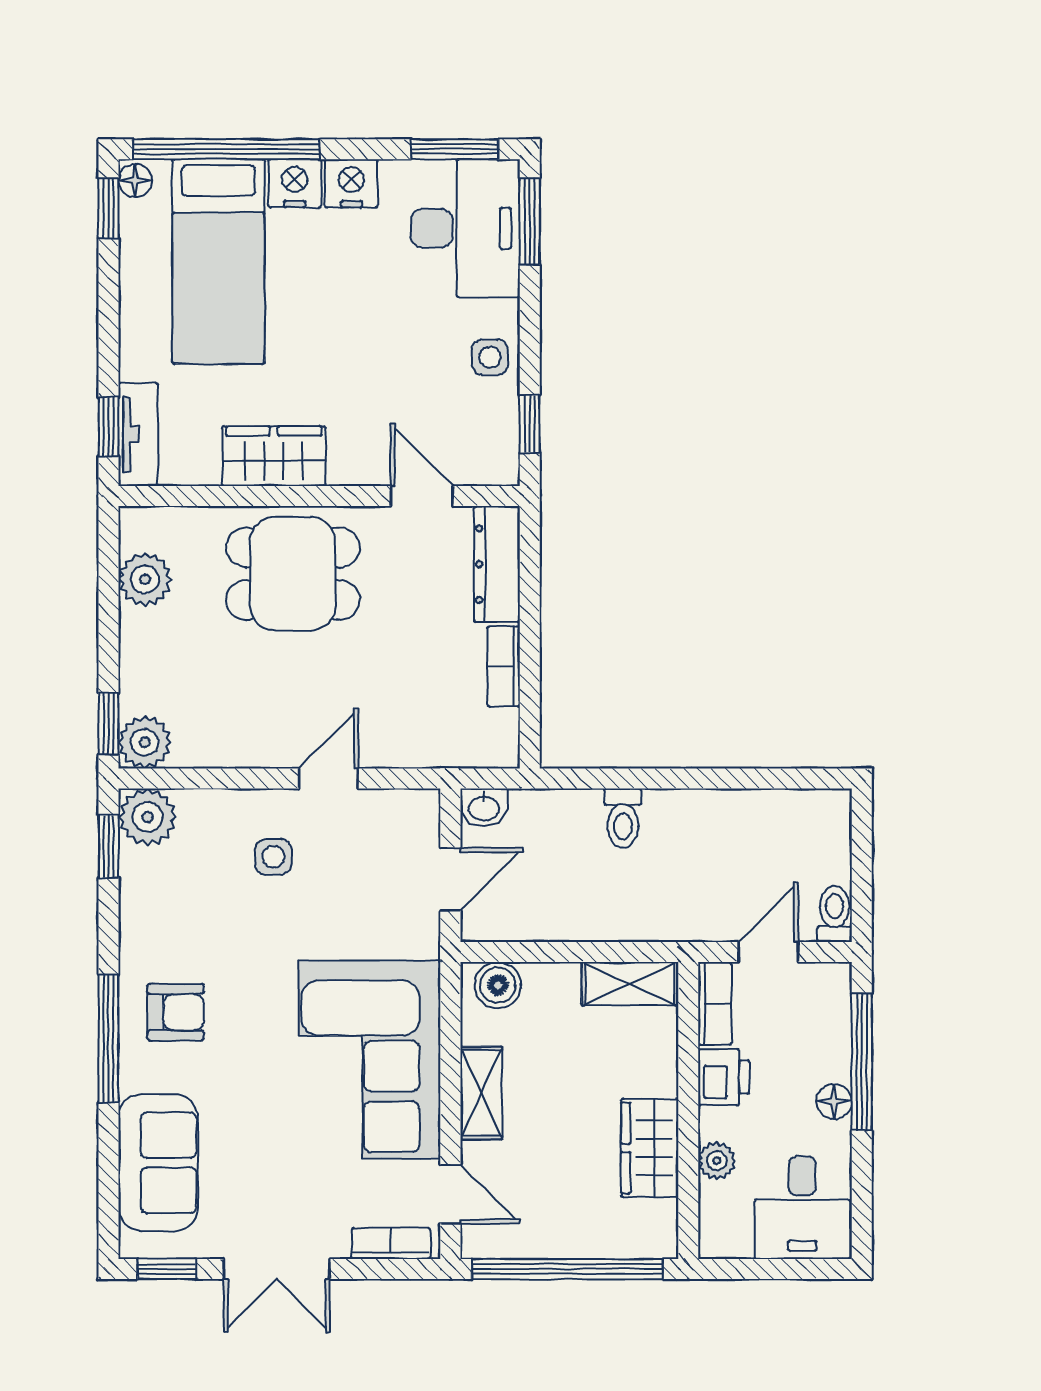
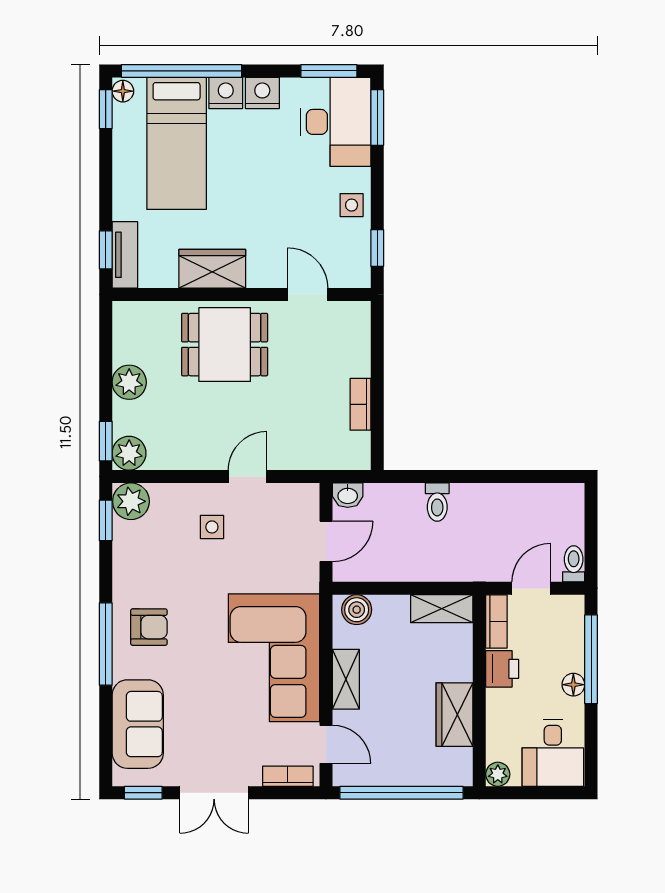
dresser: (497, 564) -> (356, 338), removed
plant: (145, 579) -> (129, 382), moved
plant: (717, 1161) -> (498, 774), moved

